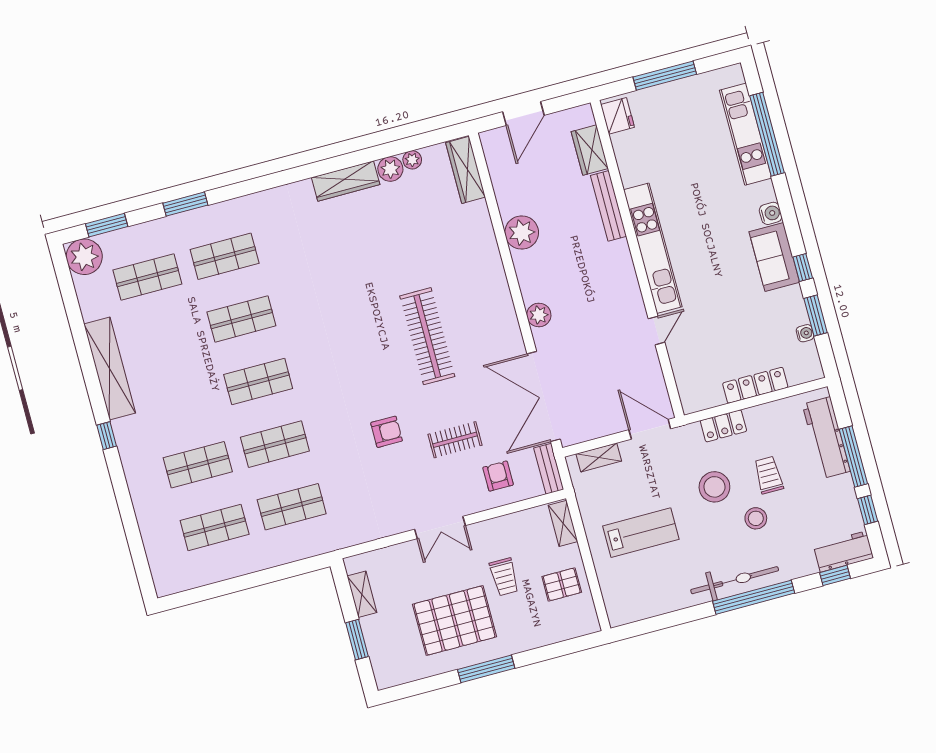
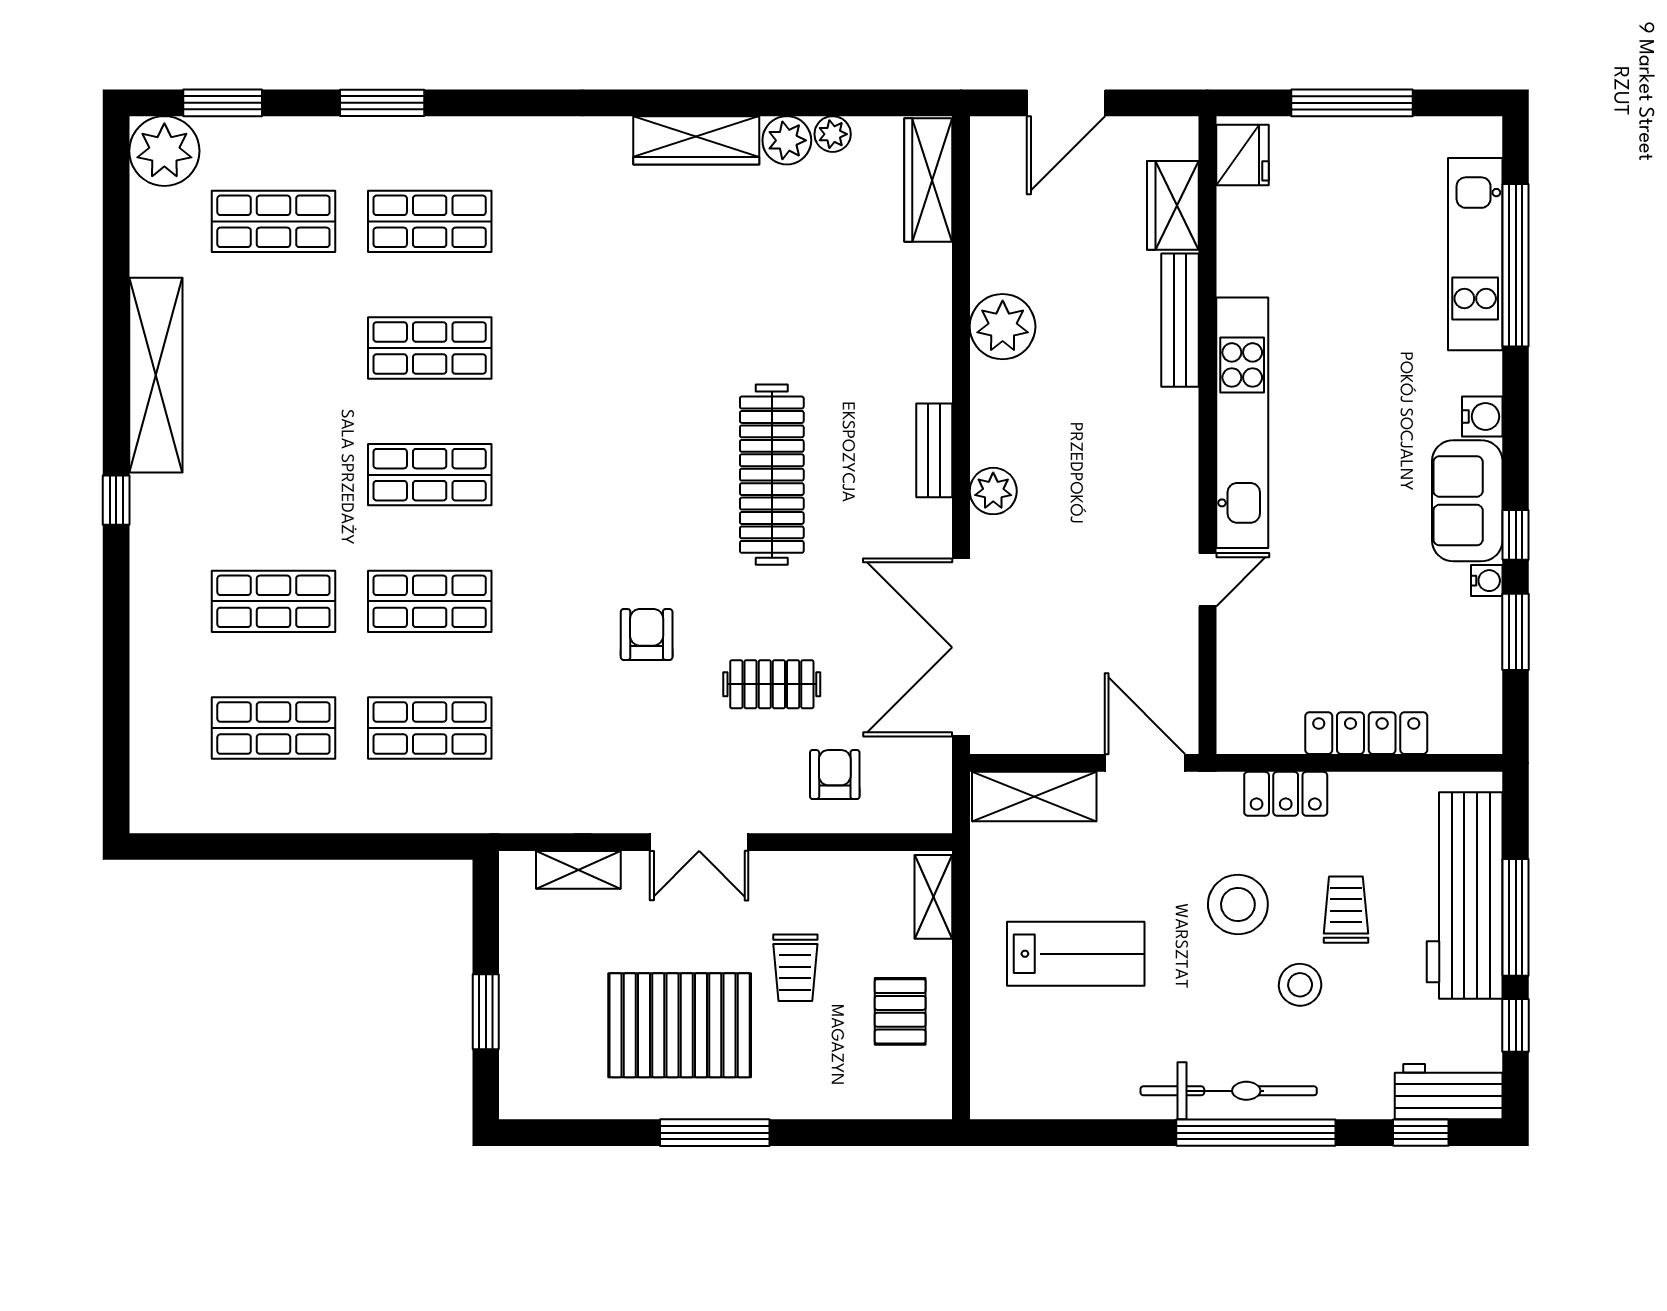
water cooler: (805, 333) -> (1487, 581), moved
armchair: (387, 432) -> (647, 634), turned -90
workbench: (826, 438) -> (1465, 896), width x1.36, depth x1.32
shelving: (599, 457) -> (1034, 797), width x1.50, depth x1.33
bench: (549, 469) -> (934, 450), moved
pallet: (562, 584) -> (900, 1011), turned 90
shelving: (362, 594) -> (578, 870), moved, turned 90

